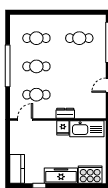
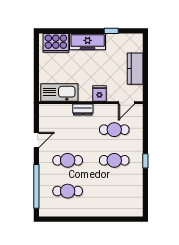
cafe table: (36, 38) -> (68, 160), moved
window: (8, 66) -> (145, 161), width x0.32
fridge: (63, 128) -> (99, 94), moved
kitchen counter: (17, 169) -> (135, 69), moved

